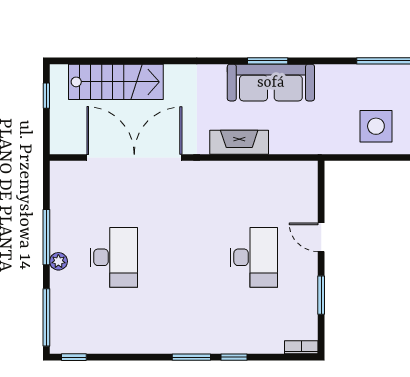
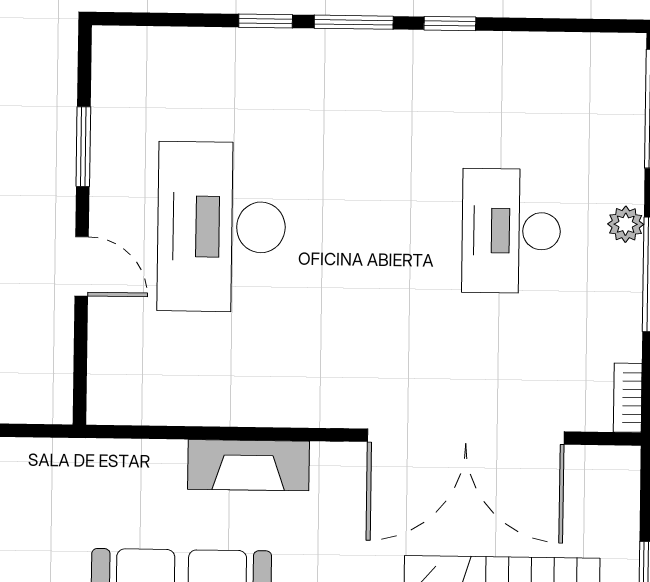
desk: (254, 257) -> (222, 227), width x1.36, depth x1.30
bookcase: (301, 347) -> (628, 398), moved, turned 90
window: (74, 357) -> (450, 24), moved

